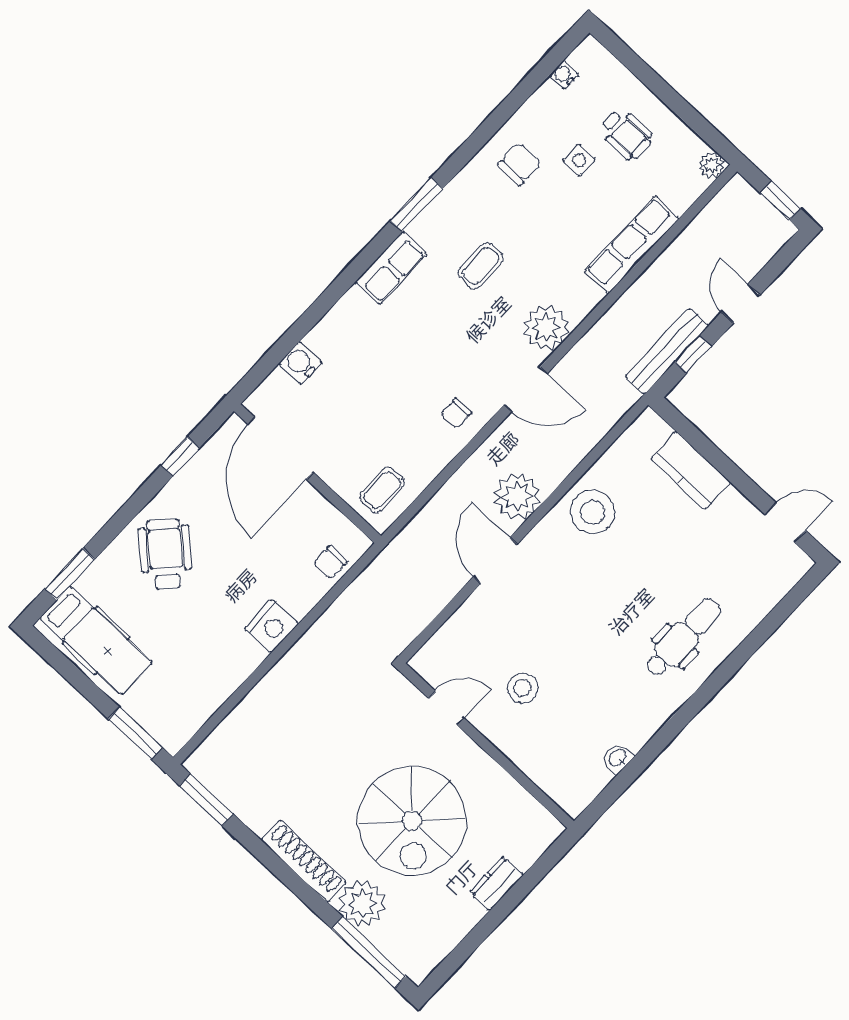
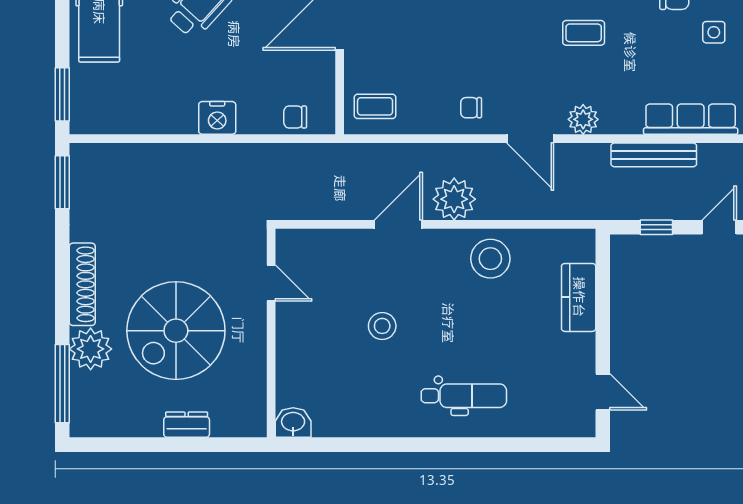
plant: (546, 328) -> (583, 119), width x0.73, depth x0.73
bench: (667, 351) -> (654, 155), moved
stool: (522, 688) -> (382, 326), moved
washbasin: (618, 758) -> (293, 422), moved, width x1.38, depth x1.45

